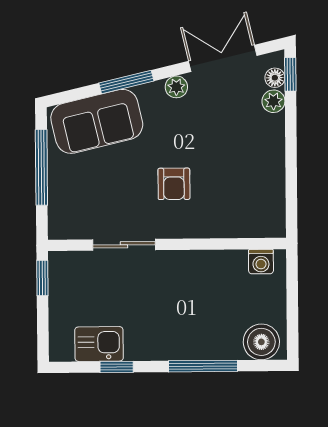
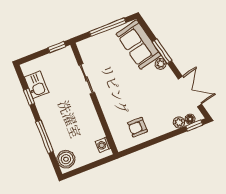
plant: (176, 87) -> (161, 64), moved
armchair: (174, 184) -> (138, 127), moved

